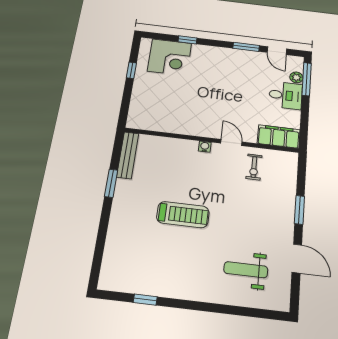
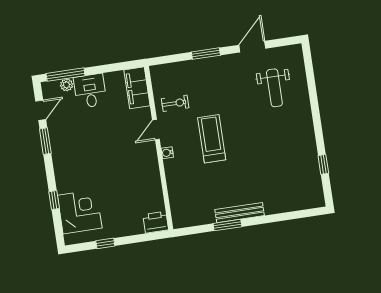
printer: (137, 118) -> (156, 222), added
bench: (128, 155) -> (240, 213), moved
treadmill: (183, 215) -> (212, 139), moved

